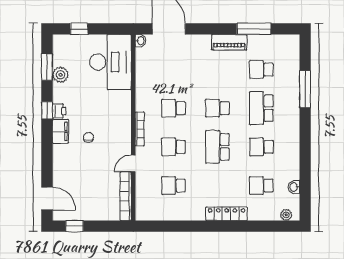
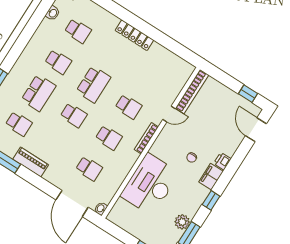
desk: (110, 62) -> (150, 184), moved
printer: (59, 111) -> (222, 161), moved
school desk: (173, 186) -> (89, 169), moved
locker: (227, 214) -> (134, 35), moved

